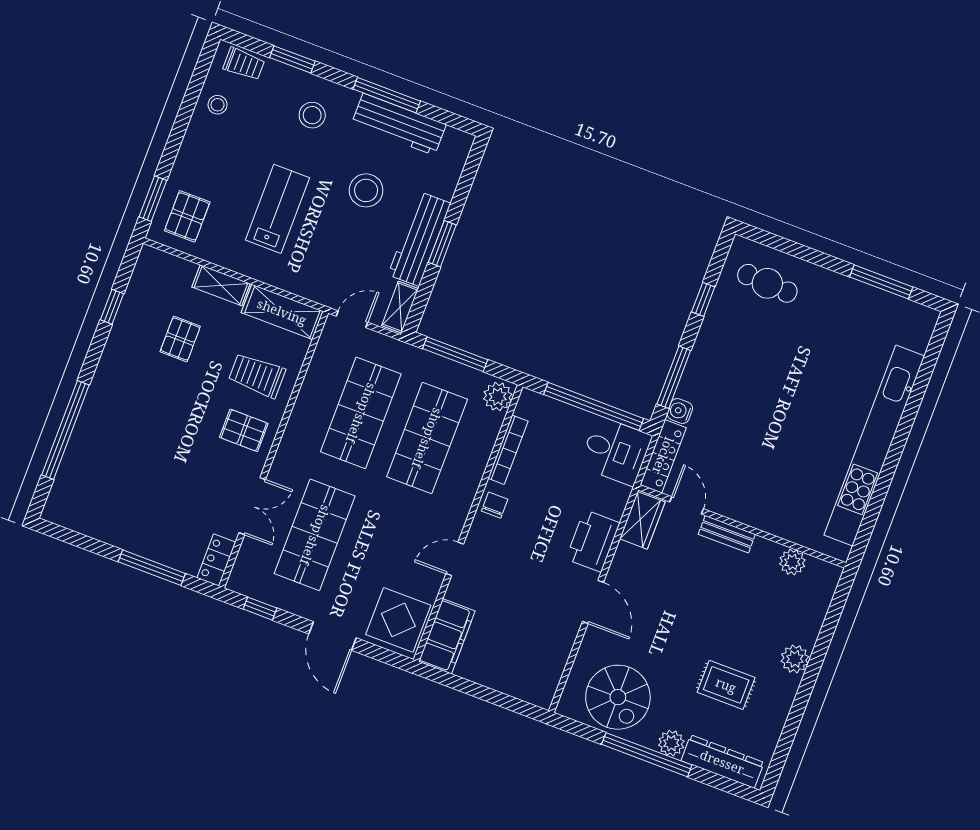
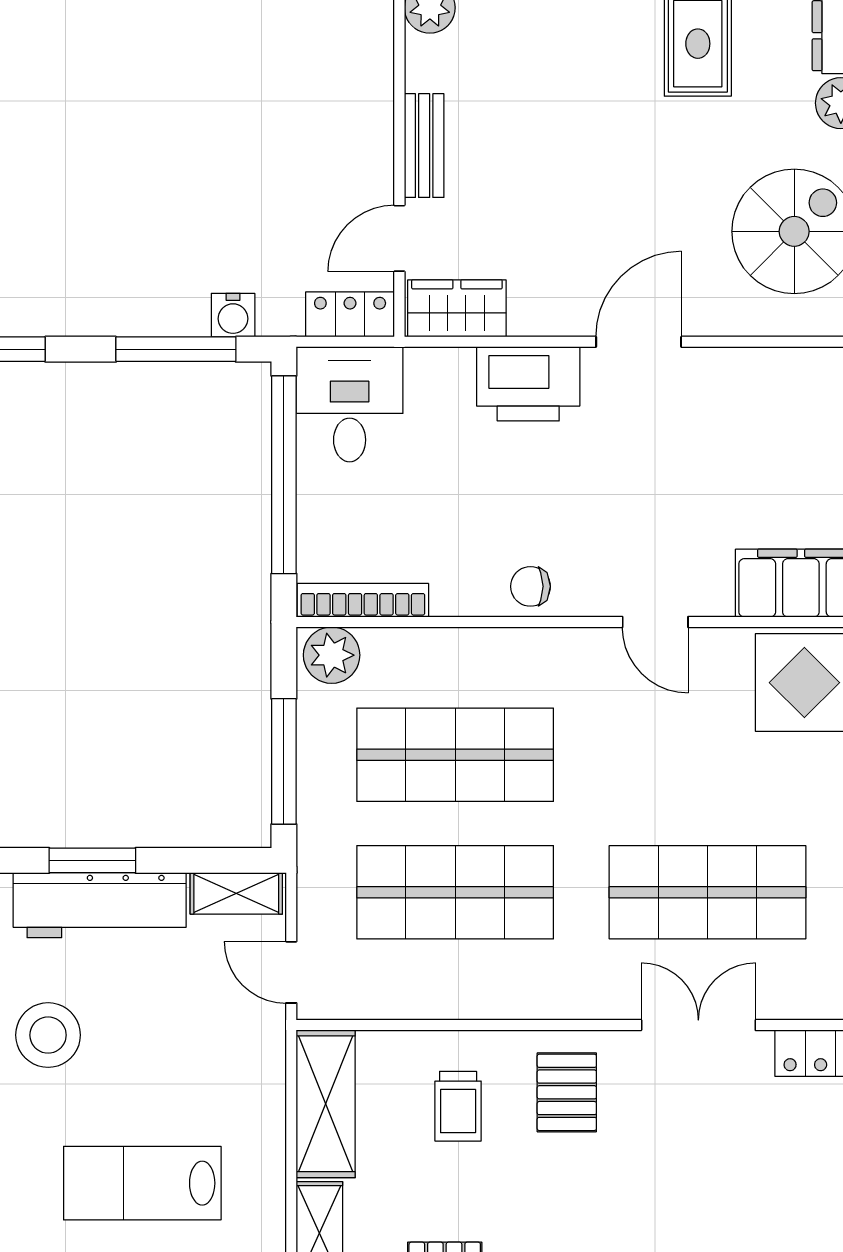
trolley: (257, 375) -> (458, 1106), width x0.73, depth x0.72
bookcase: (508, 450) -> (363, 600), moved
locker: (663, 456) -> (350, 314), width x0.66

